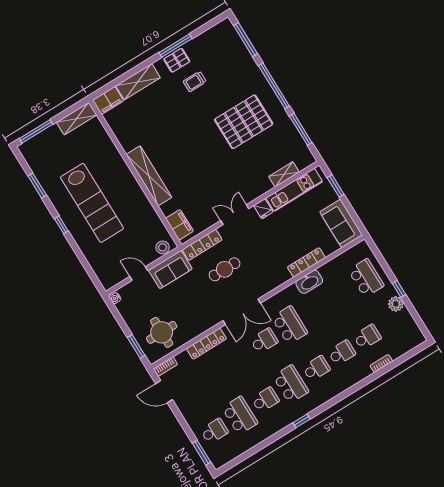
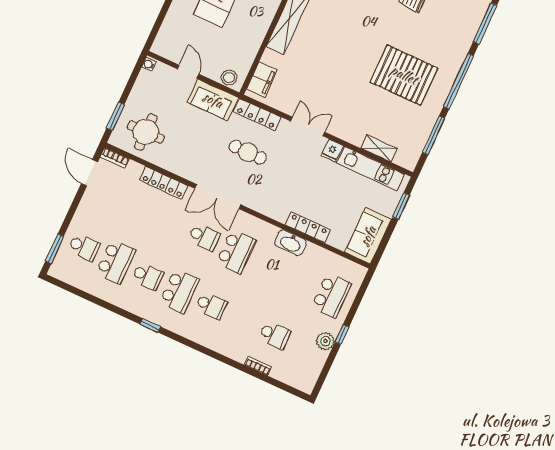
school desk: (342, 353) -> (243, 320), removed

